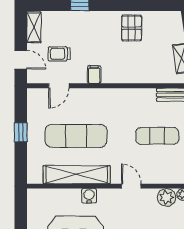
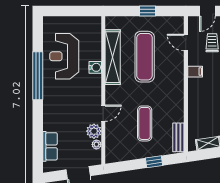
door: (131, 186) -> (103, 113), moved

